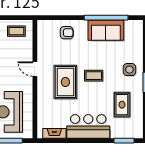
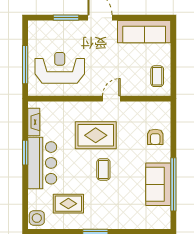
side table: (129, 70) -> (37, 218), moved
window: (124, 141) -> (25, 153), moved

